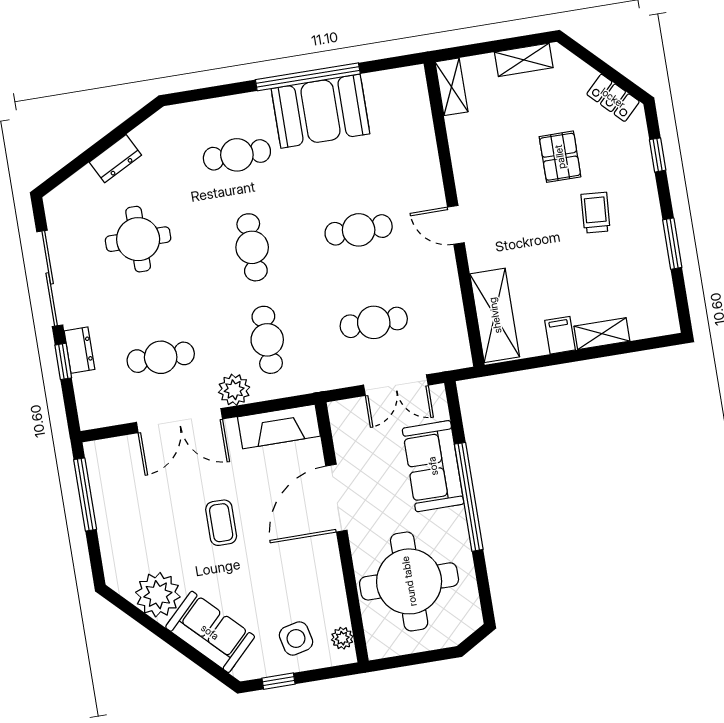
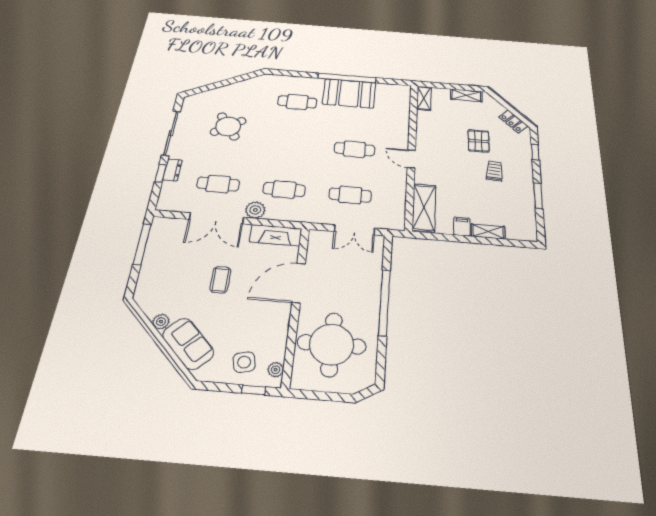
dresser: (115, 159) -> (231, 90), removed
round table: (138, 239) -> (228, 126), turned -34
cafe table: (252, 247) -> (291, 144), removed
cafe table: (267, 340) -> (284, 189), turned 90
sofa: (433, 466) -> (366, 279), removed
plant: (158, 595) -> (161, 322), width x0.53, depth x0.53
window: (278, 681) -> (254, 390), moved

